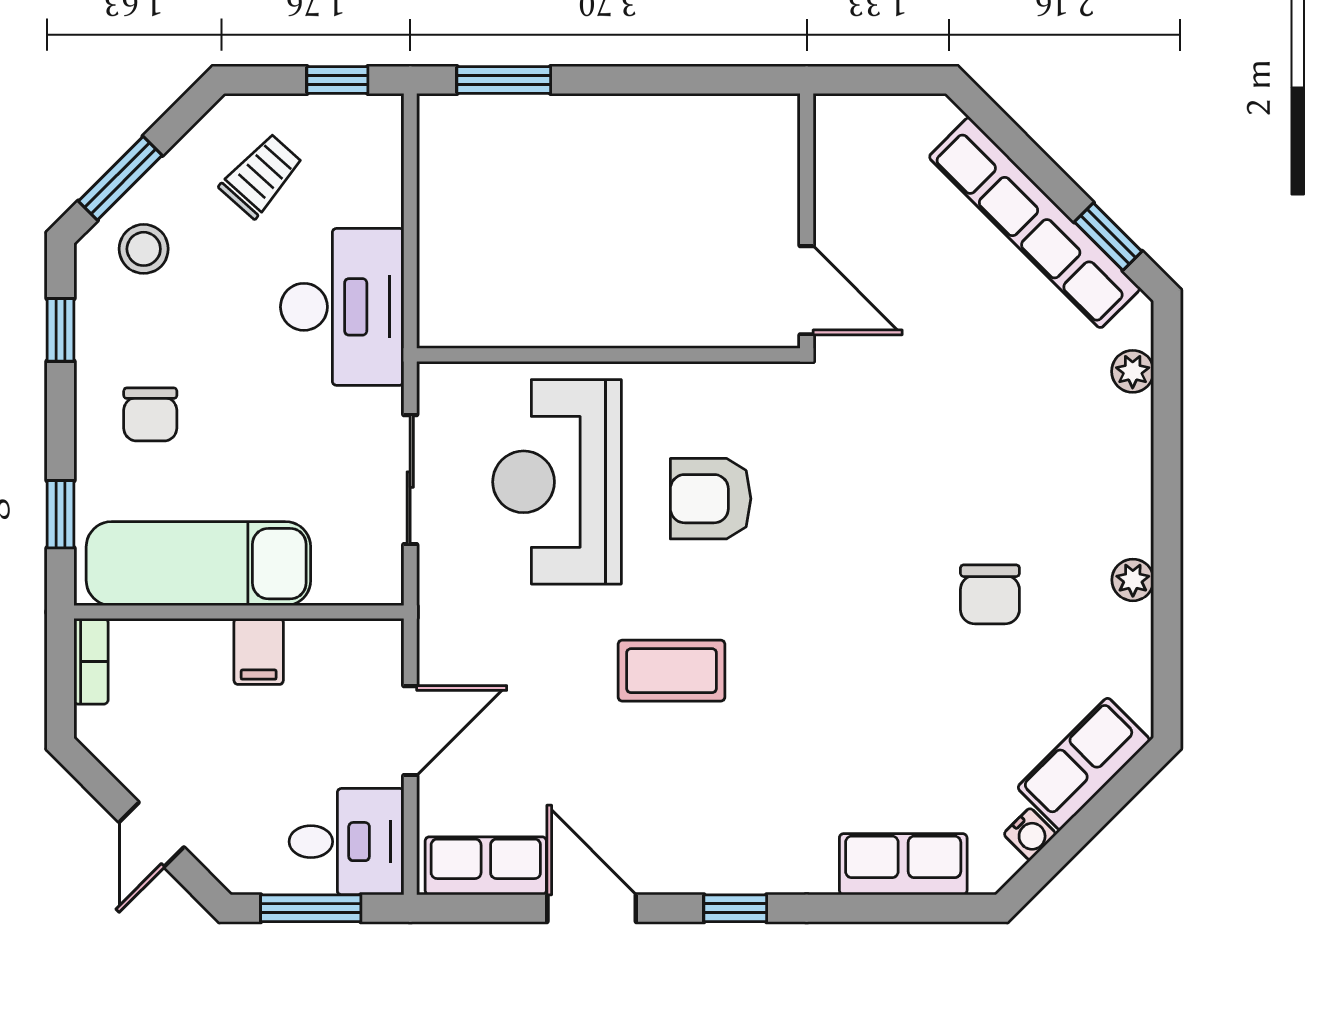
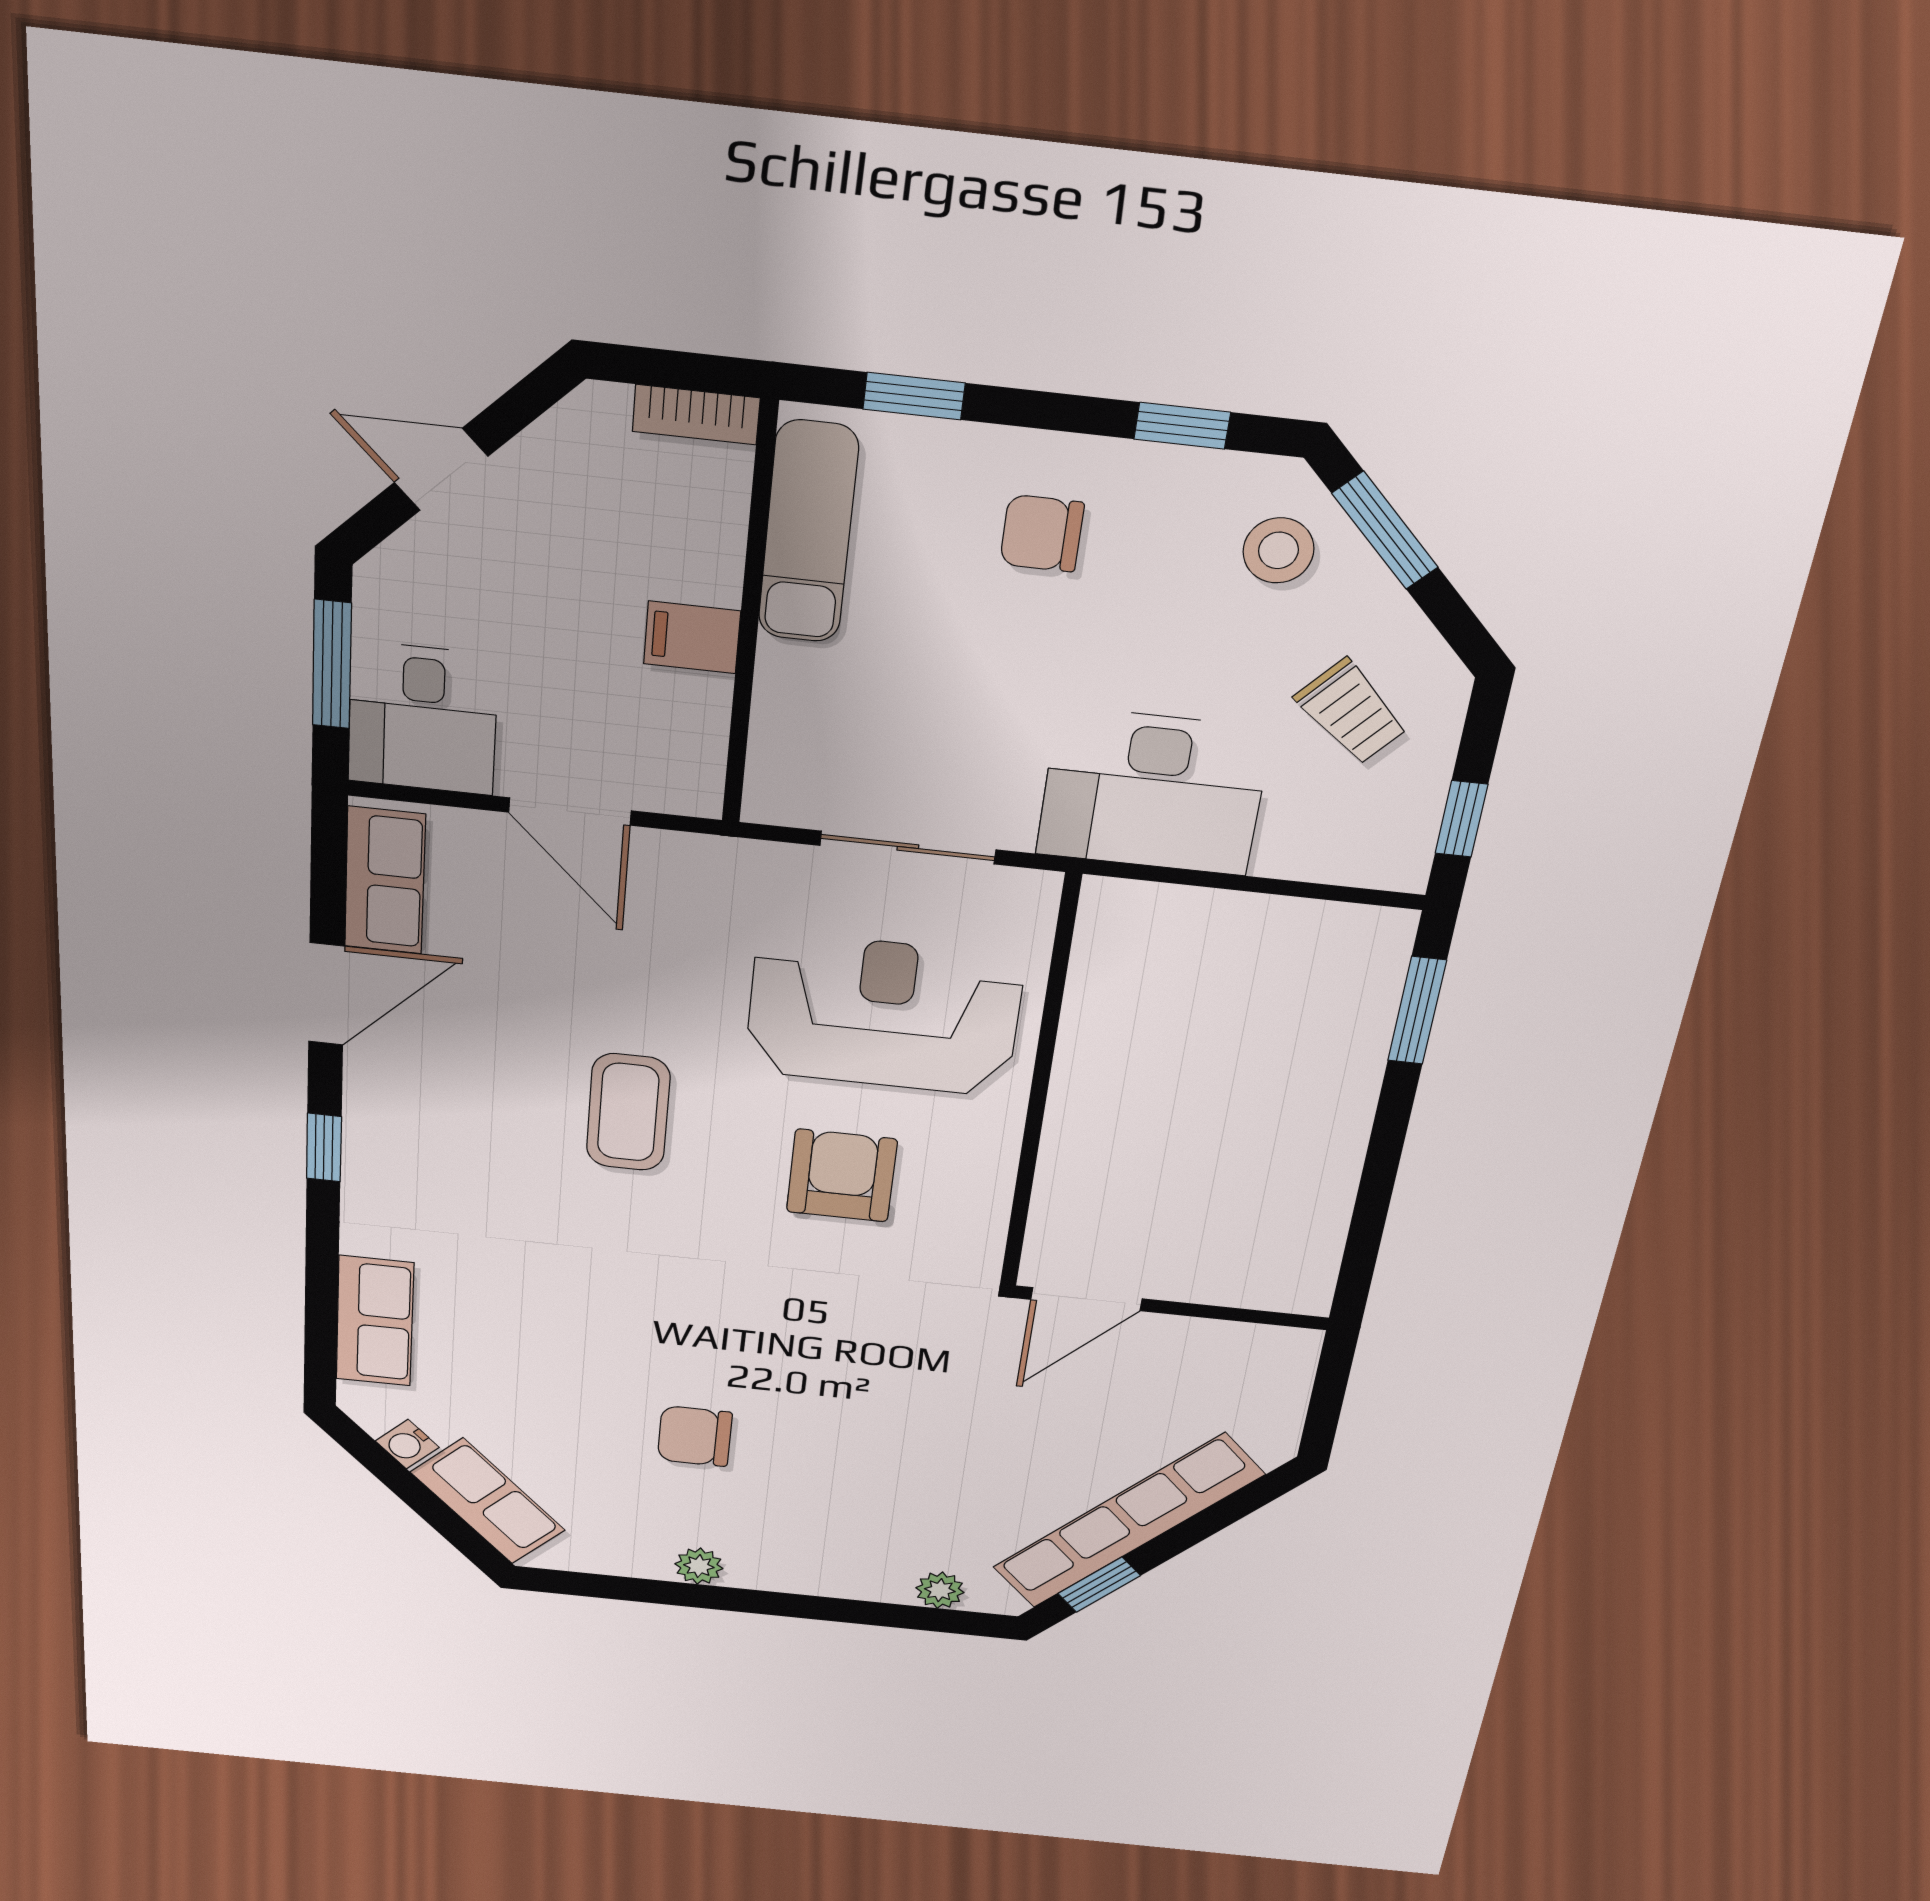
exam couch: (198, 564) -> (808, 532), width x0.73, depth x0.69

